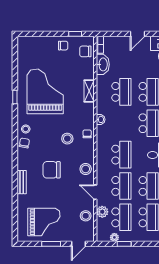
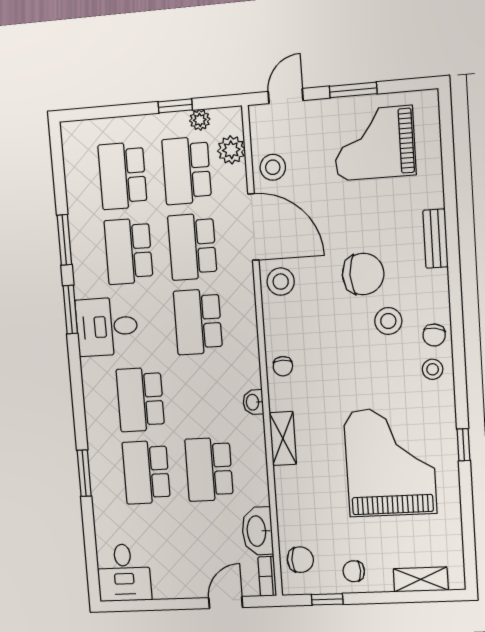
door: (138, 34) -> (225, 603), moved
shelving: (35, 41) -> (421, 579), added
grand piano: (45, 91) -> (390, 462), turned 180
shelving: (89, 91) -> (283, 438), moved
stool: (67, 139) -> (388, 321), moved
door: (95, 192) -> (253, 227), width x1.88
plant: (102, 212) -> (231, 150), moved

